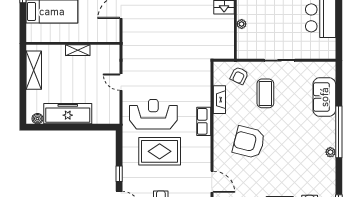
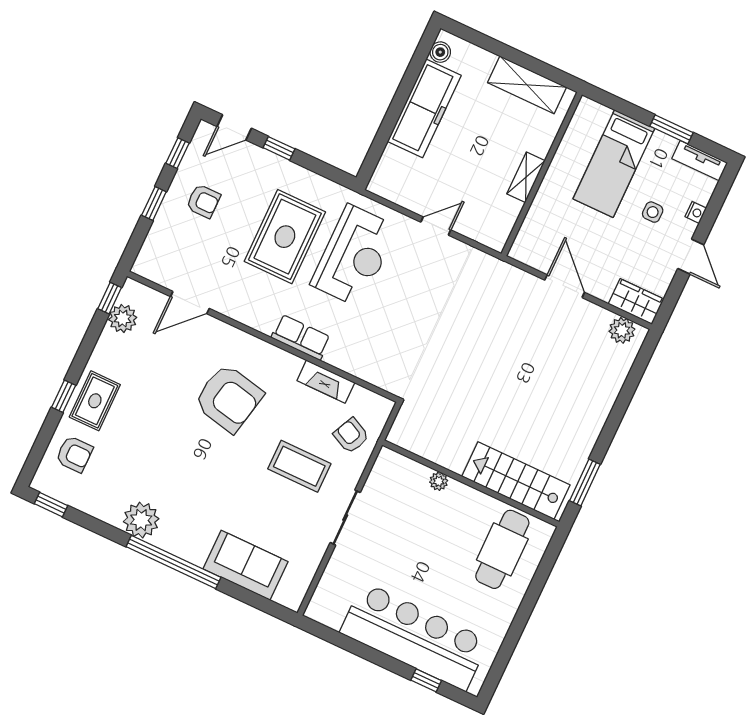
armchair: (249, 142) -> (229, 398), turned 88
plant: (330, 152) -> (141, 520), width x1.87, depth x1.87

